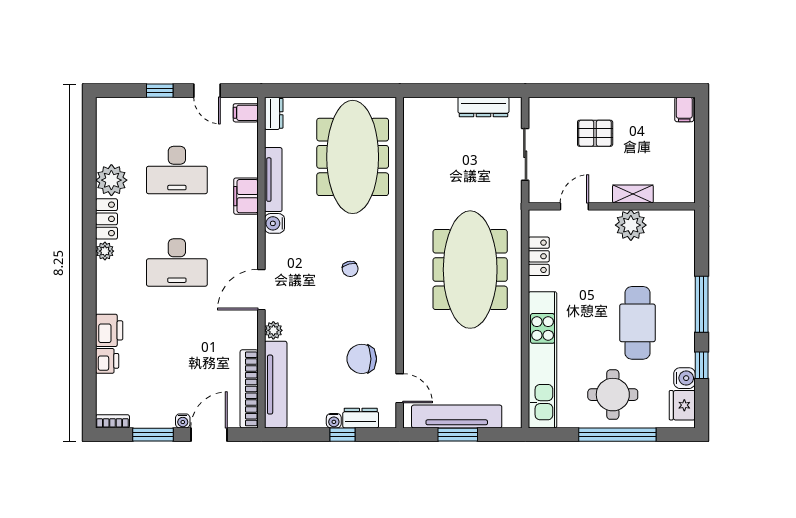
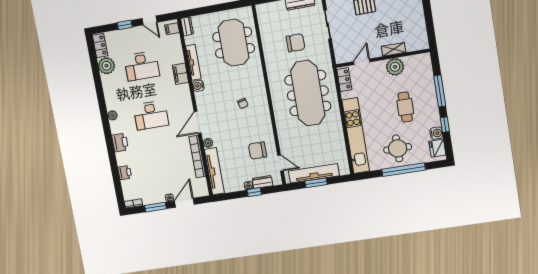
meeting table: (353, 157) -> (234, 43), width x0.73
chair: (463, 176) -> (295, 43), added
plant: (111, 180) -> (106, 66), moved
shelving: (633, 194) -> (393, 49), moved
door: (574, 206) -> (362, 62), moved
wall: (612, 206) -> (383, 58), moved
locker: (107, 219) -> (100, 45), moved
plant: (631, 225) -> (395, 67), moved
cafe table: (637, 323) -> (405, 107), width x0.73, depth x0.74
printer: (109, 330) -> (120, 143), moved
bookcase: (249, 389) -> (197, 156), moved

